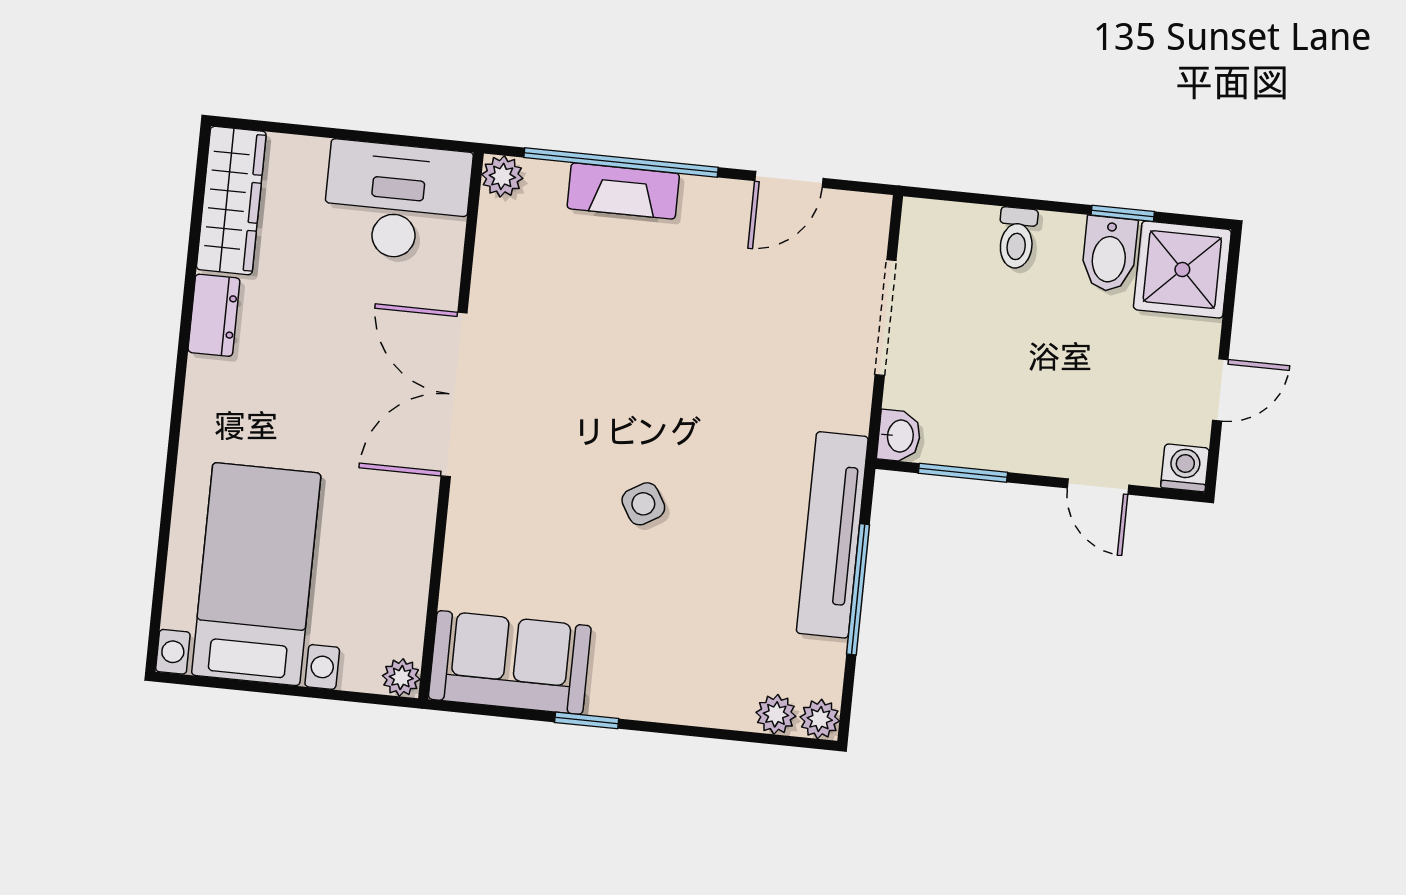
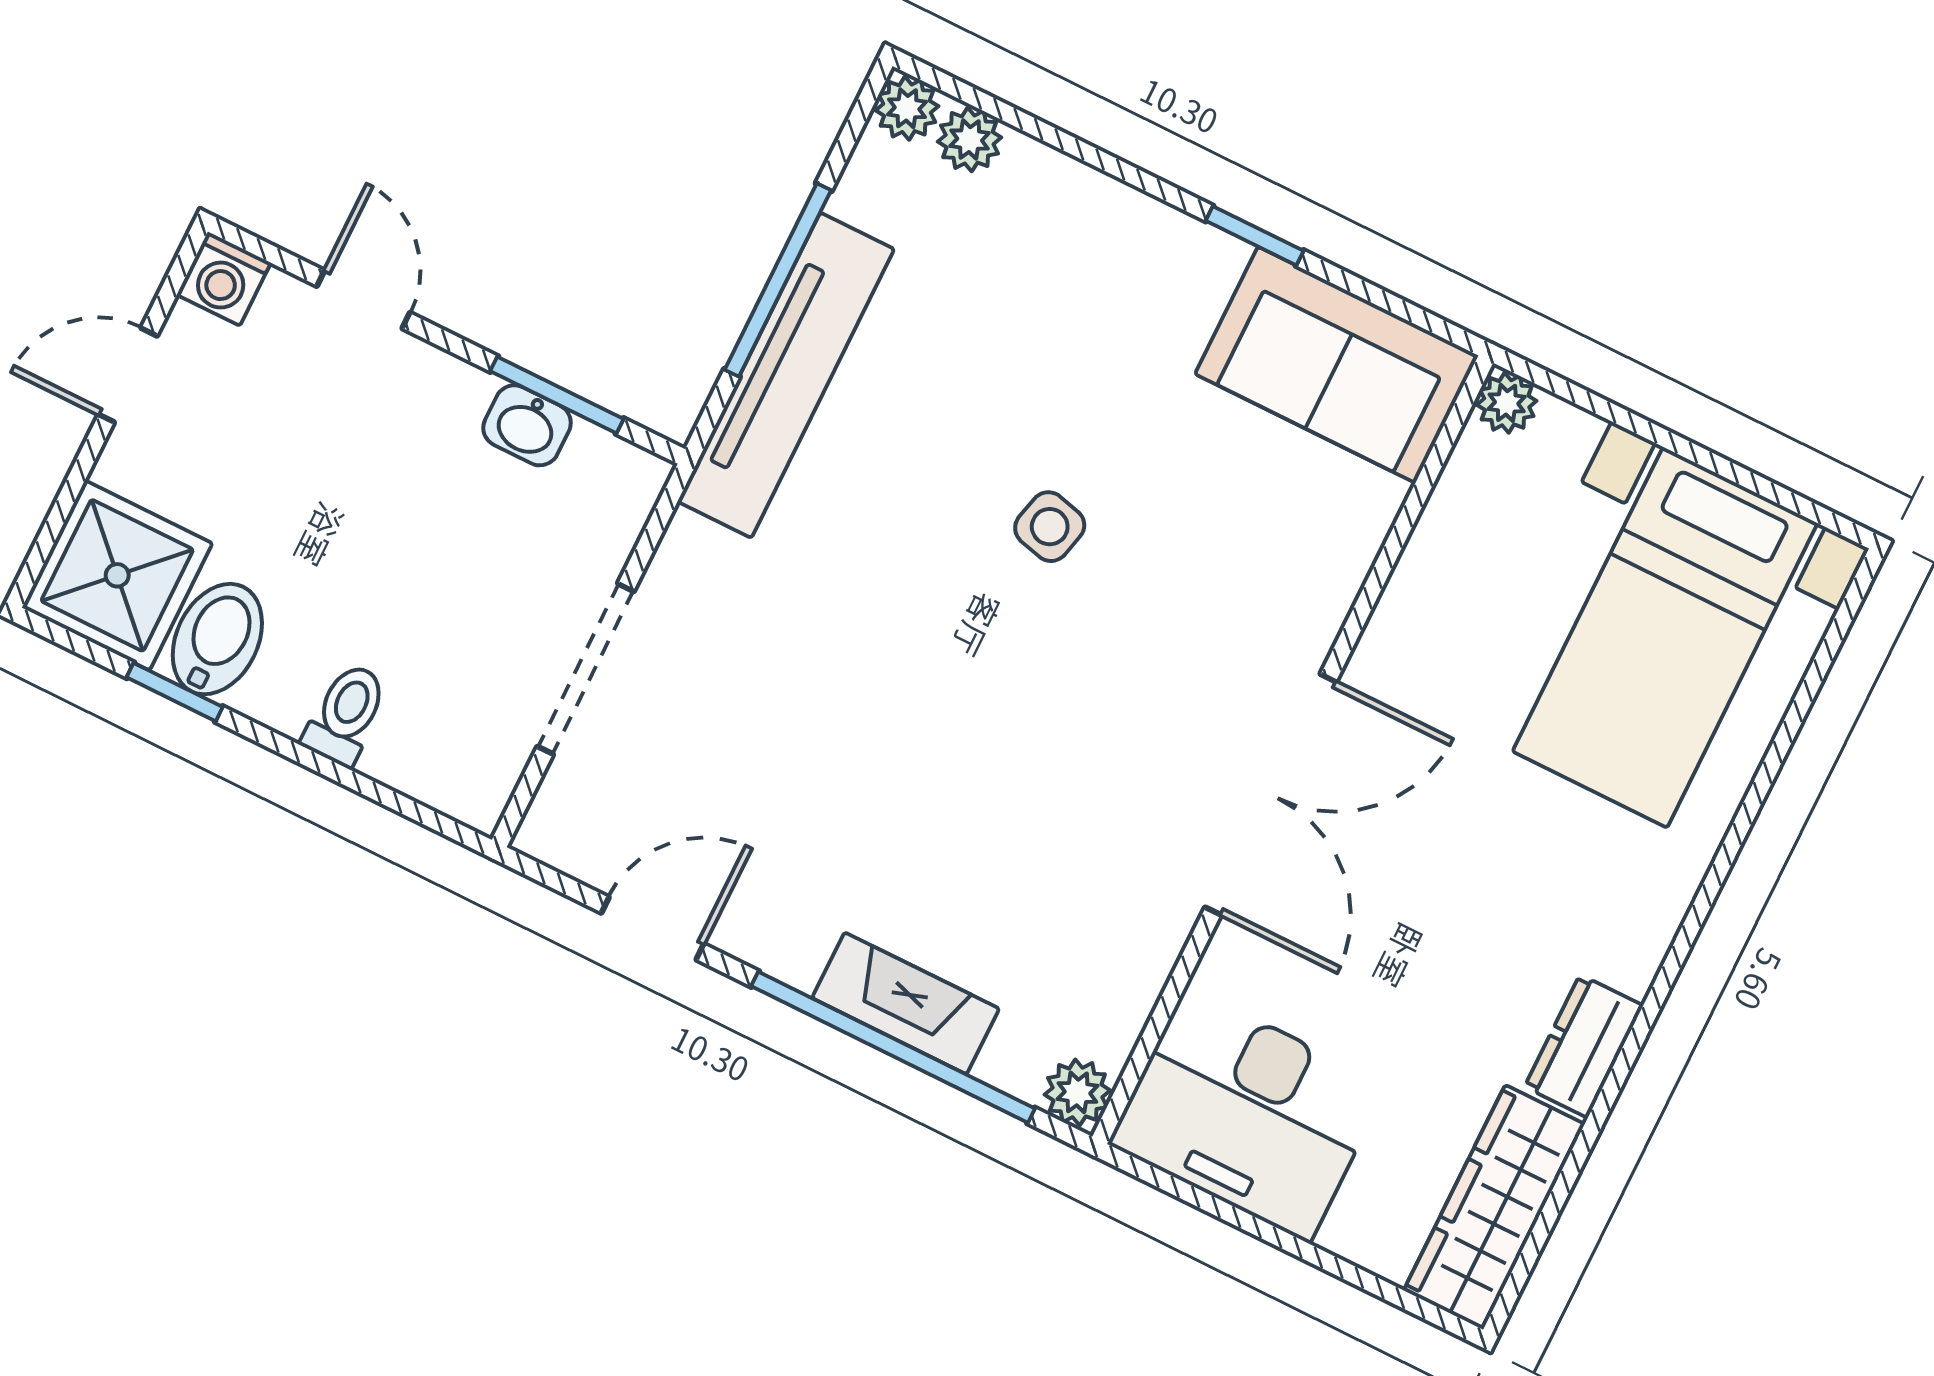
washbasin: (899, 436) -> (527, 425), moved, turned -90
side table: (643, 504) -> (1050, 527), turned 45

